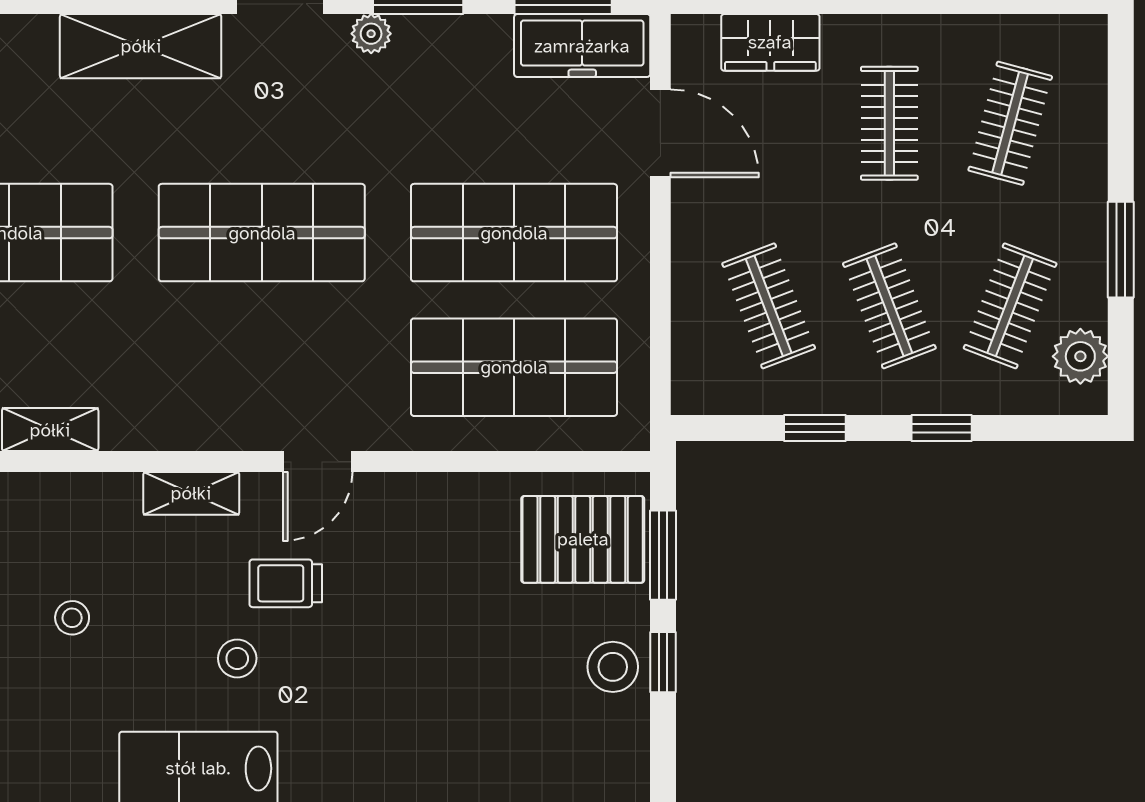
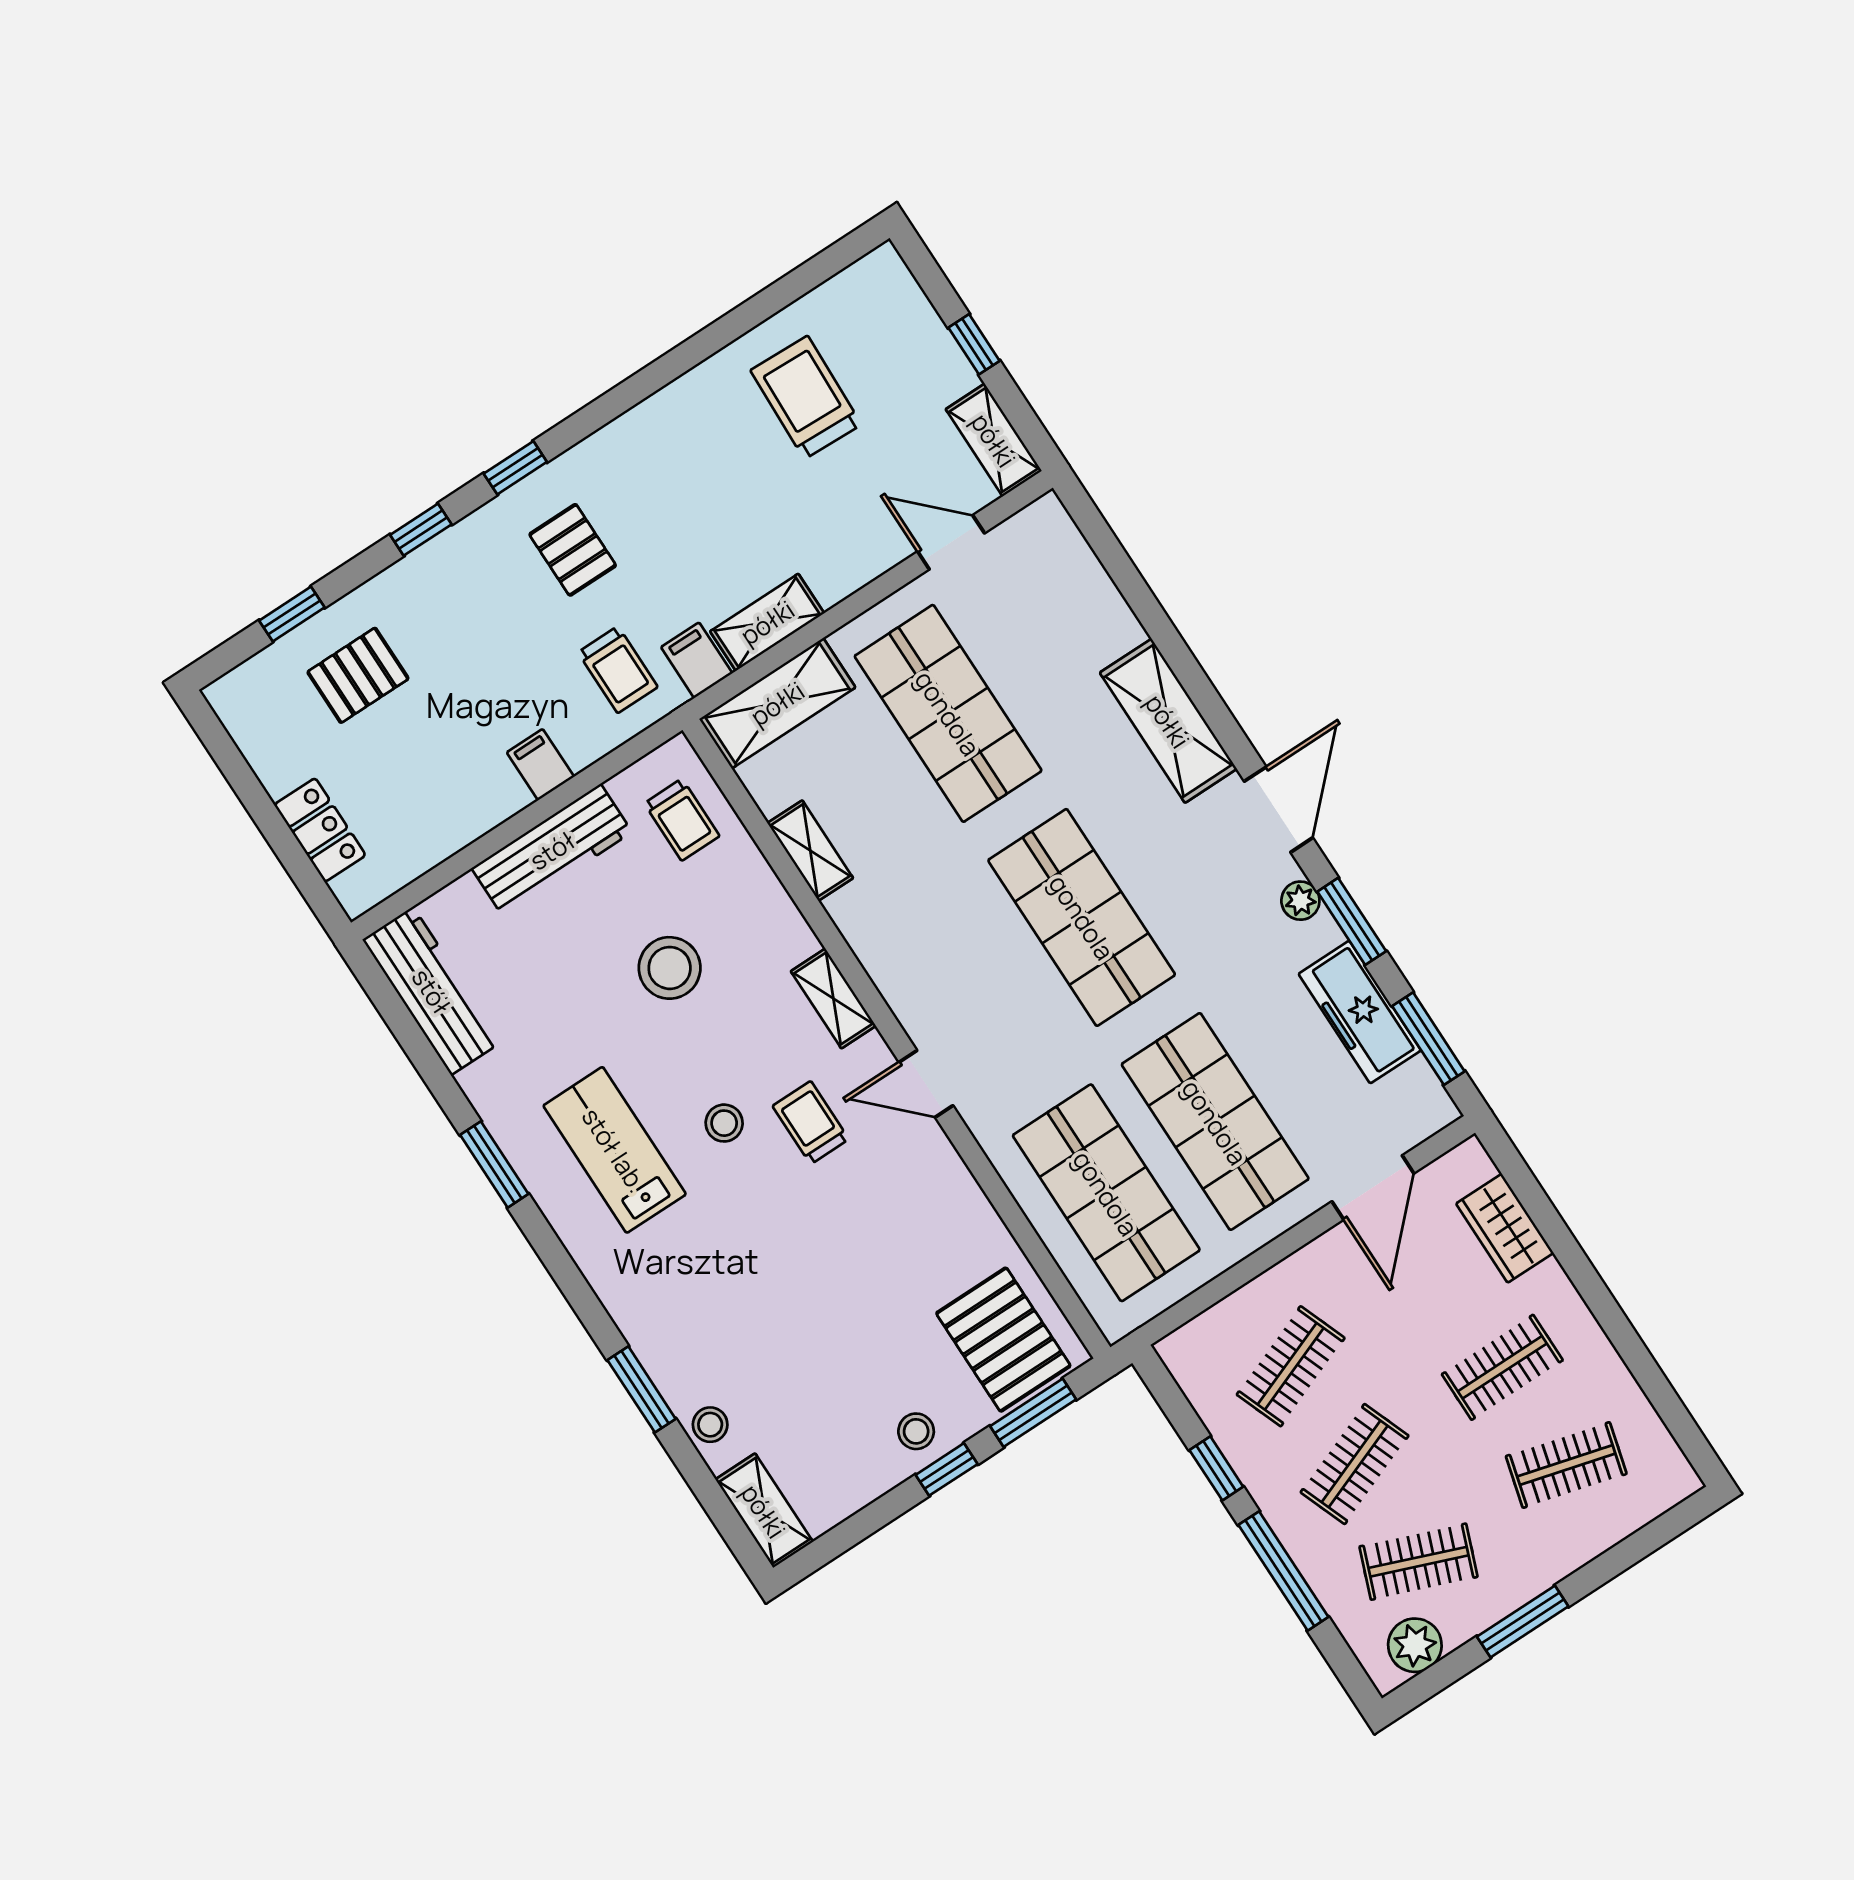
freezer: (582, 46) -> (1360, 1012), moved
window: (942, 428) -> (1283, 1571), width x2.17
stool: (72, 618) -> (670, 968), width x1.89, depth x1.89
stool: (613, 667) -> (916, 1431), width x0.73, depth x0.73

